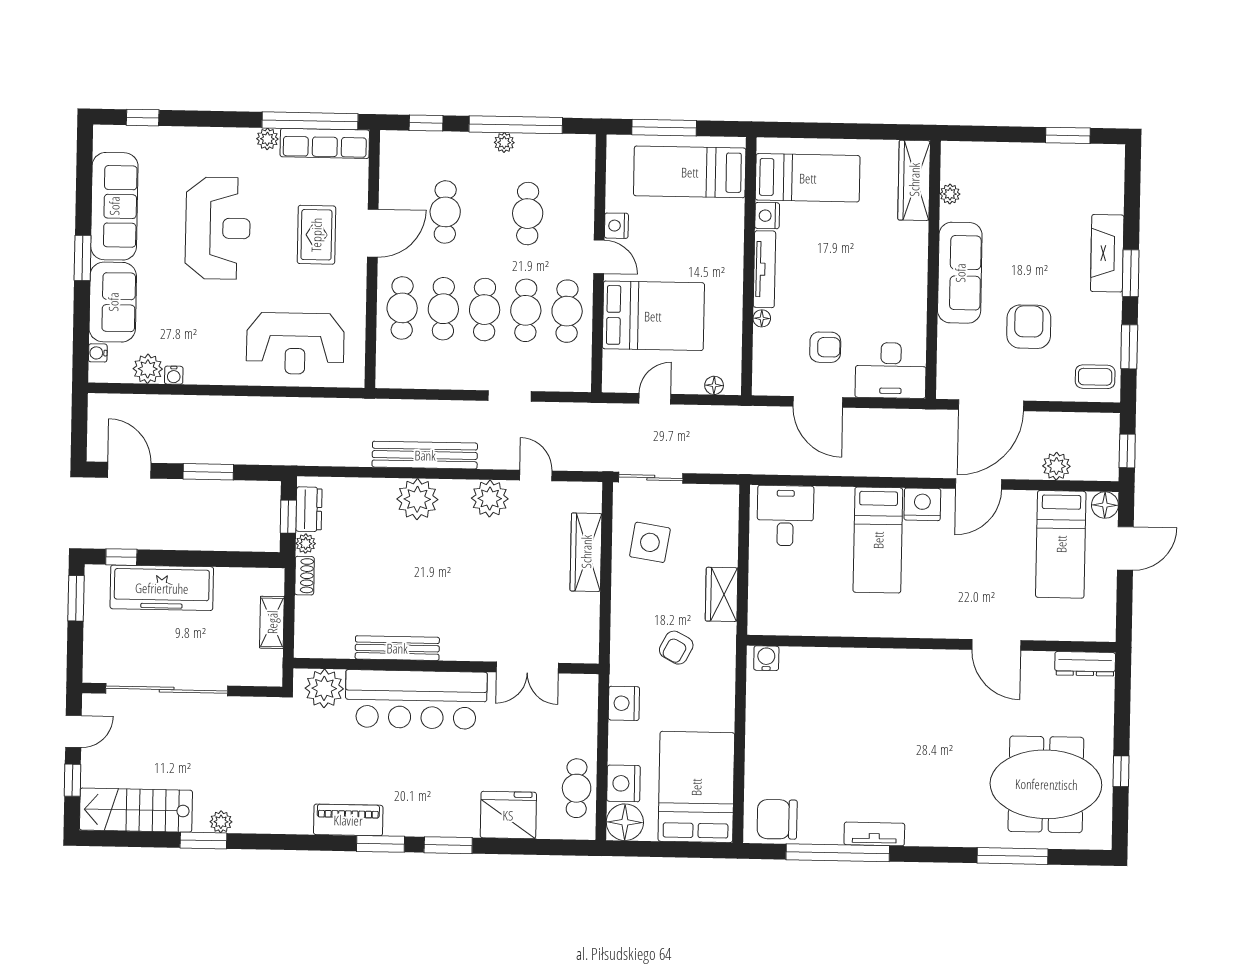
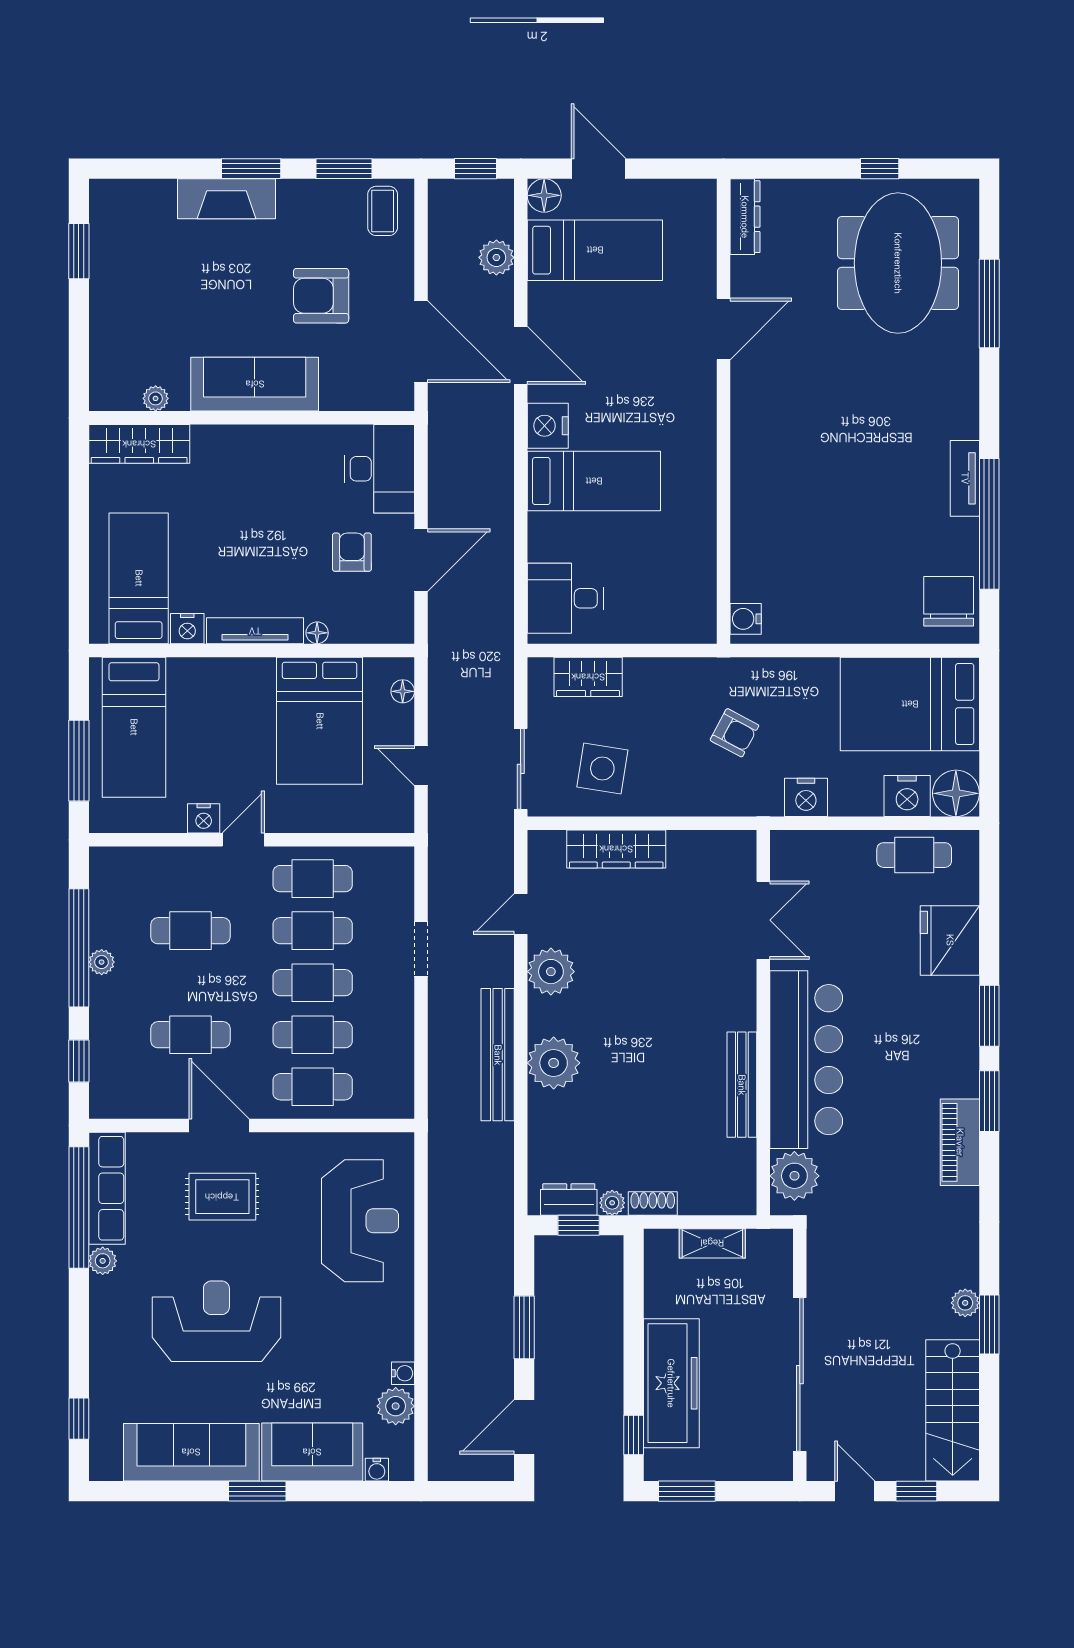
bed: (653, 316) -> (320, 721), moved, turned 180
wardrobe: (722, 594) -> (588, 677), moved
chair: (777, 819) -> (949, 601), turned 180

